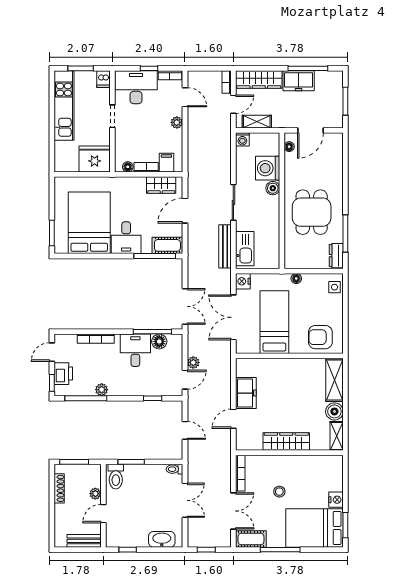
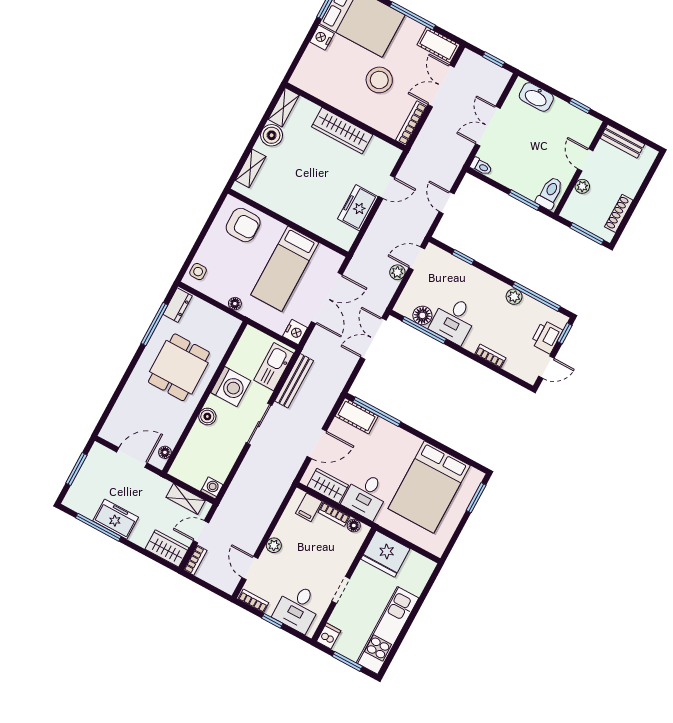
wardrobe: (259, 80) -> (167, 548), width x0.67
desk: (136, 87) -> (298, 608), width x0.73
washing machine: (268, 168) -> (231, 387), moved
desk: (126, 238) -> (366, 496), moved, turned 180
bookcase: (96, 339) -> (490, 356), width x0.64
shelving: (335, 380) -> (251, 168), width x0.67, depth x0.75
stool: (279, 492) -> (379, 80), width x1.89, depth x1.89
door: (103, 514) -> (585, 160), swing flipped

